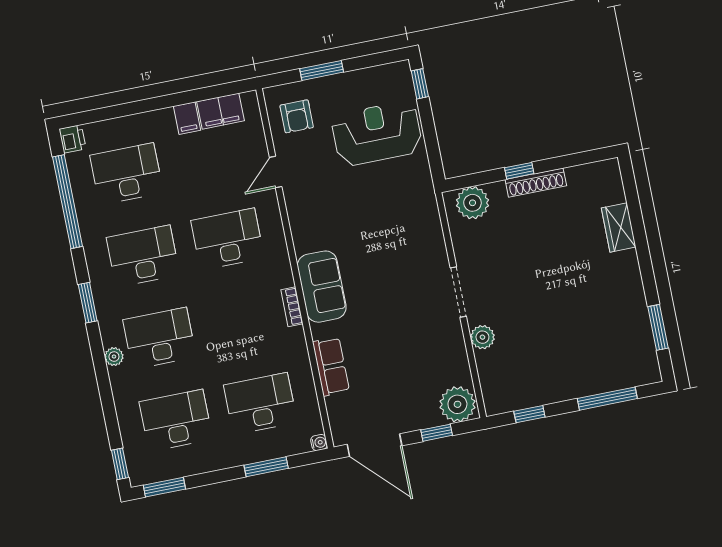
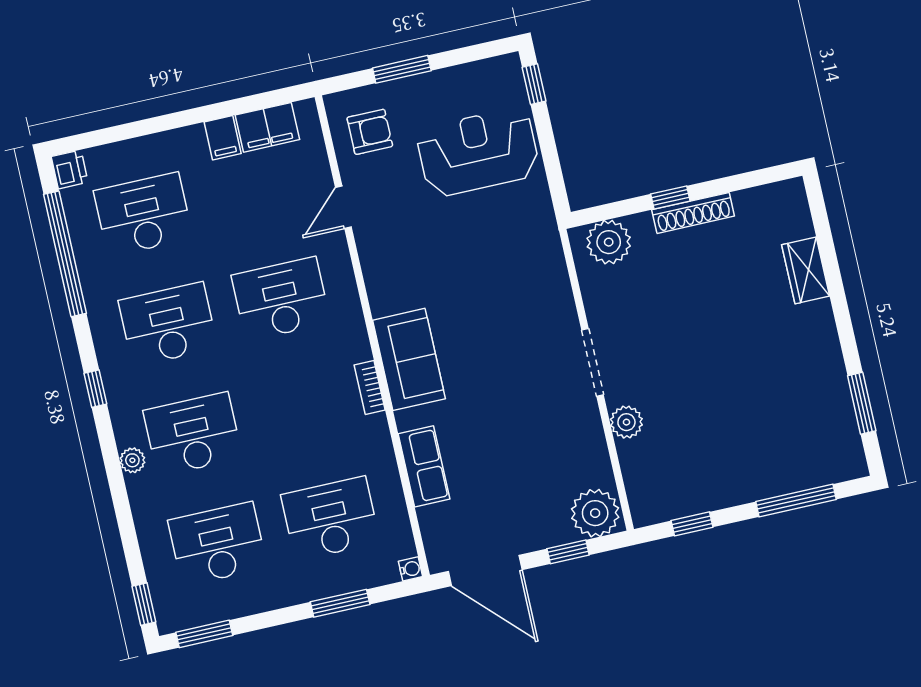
armchair: (297, 116) -> (370, 132), turned -90
window: (88, 303) -> (95, 389), width x0.67

